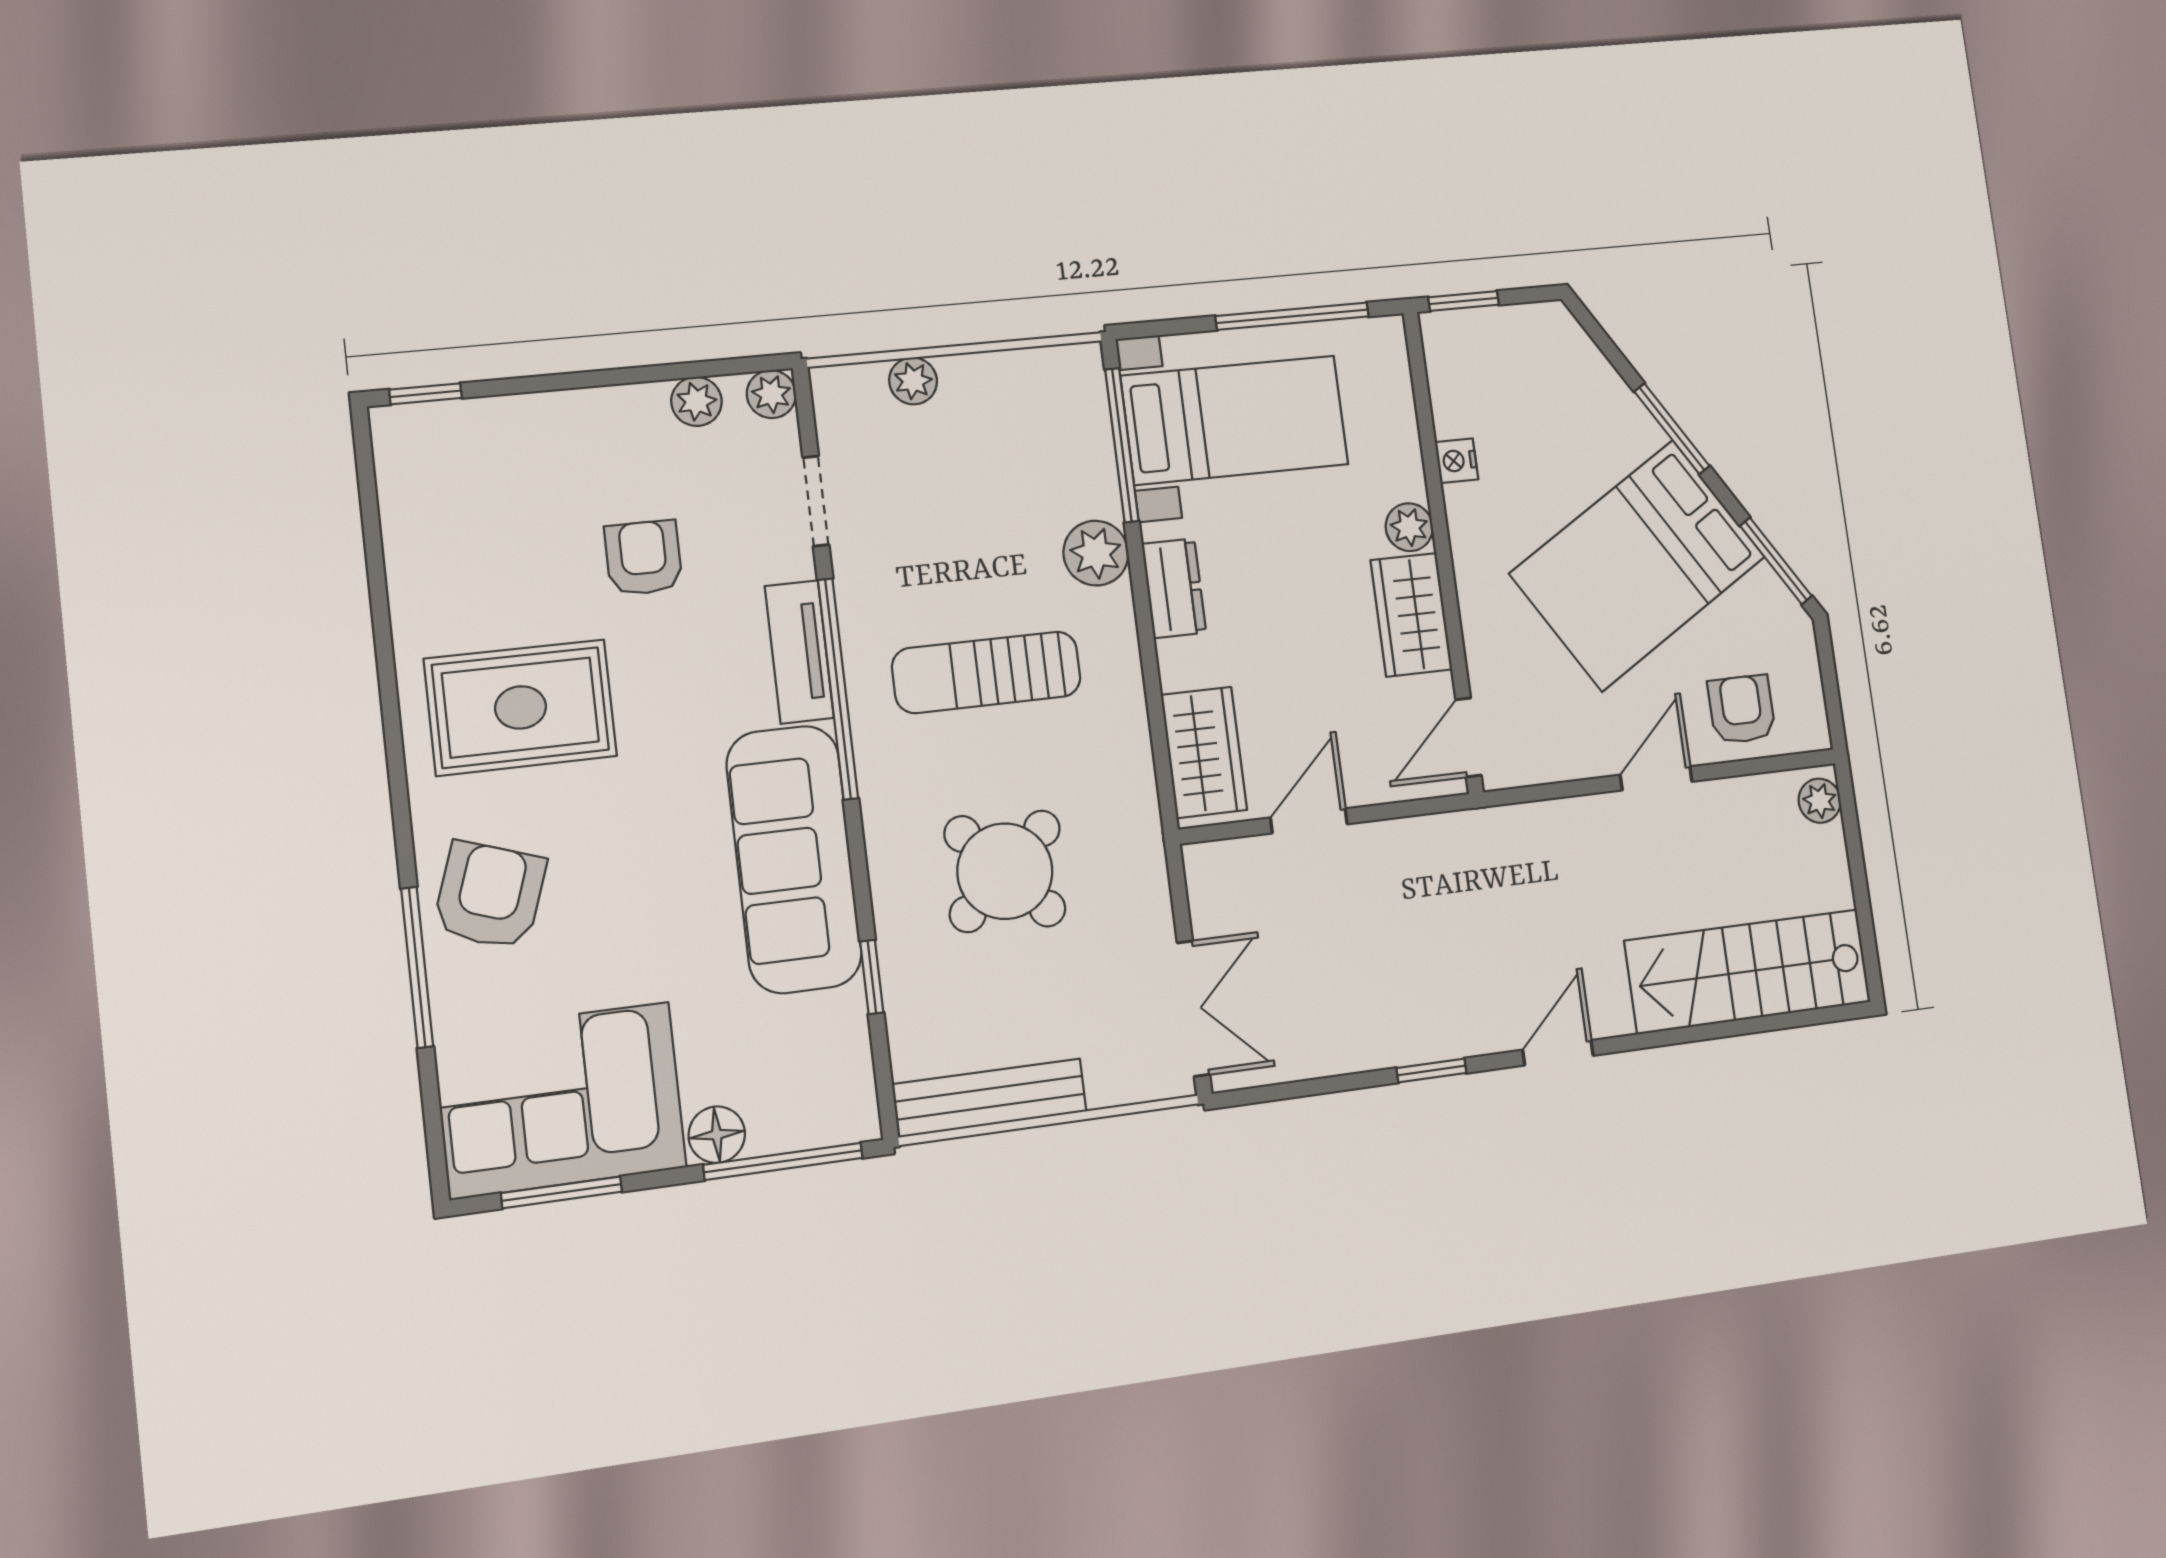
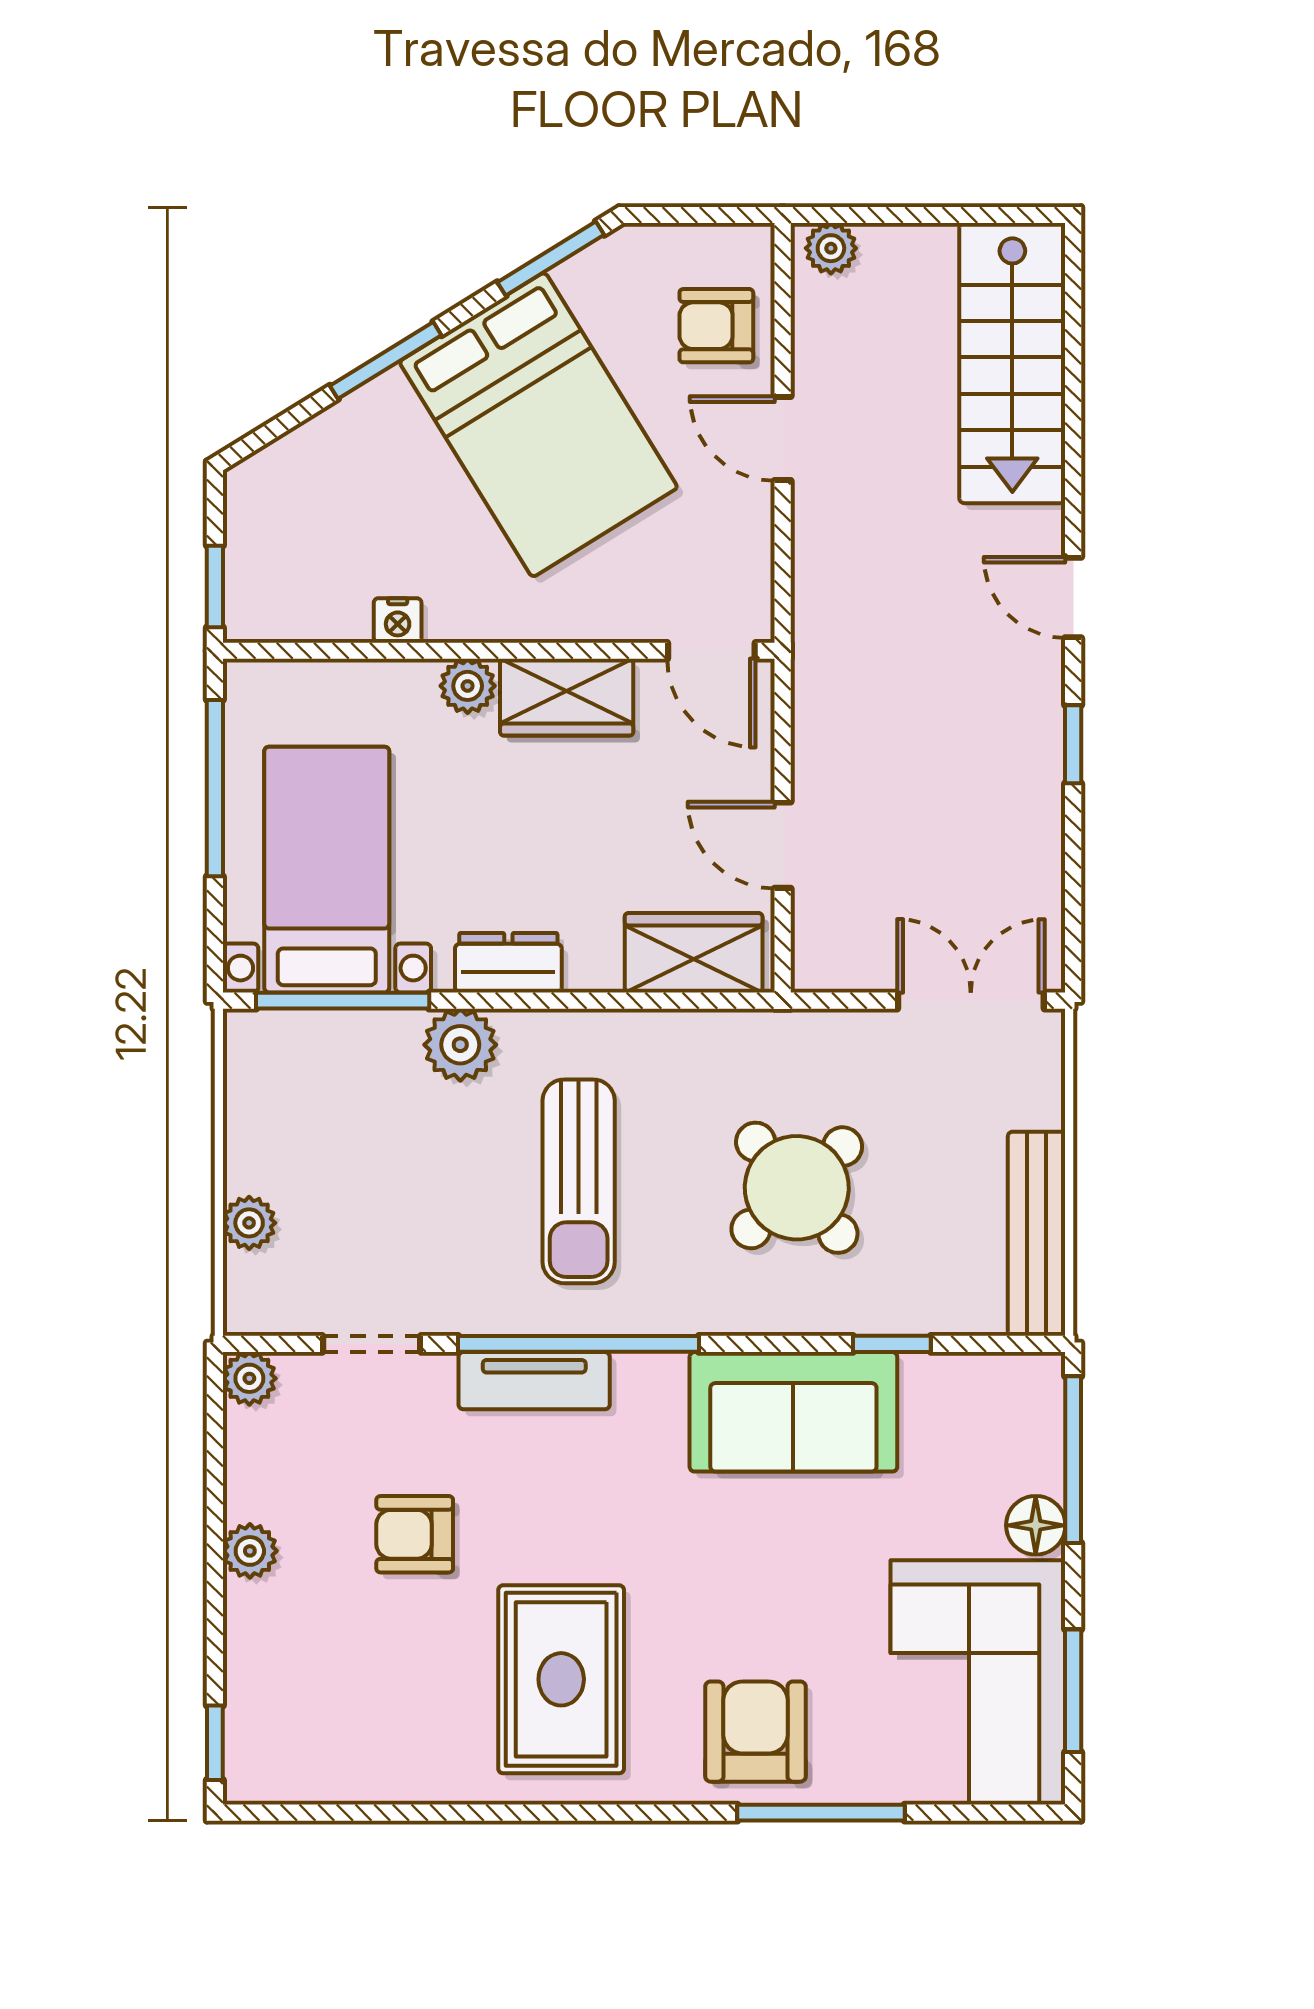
plant: (697, 401) -> (250, 1551), moved
sofa: (794, 859) -> (793, 1412), width x0.73
armchair: (490, 895) -> (755, 1732), turned 71

